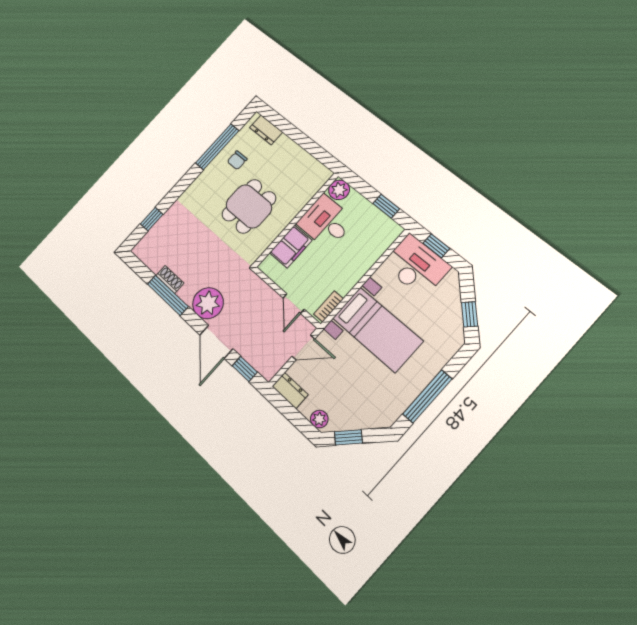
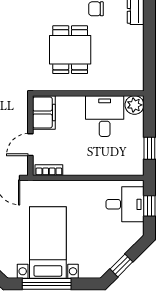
dining table: (249, 206) -> (70, 50), turned 90
filing cabinet: (291, 247) -> (44, 113), moved, turned -90
desk: (416, 266) -> (125, 204), width x0.73
bed with nightstands: (377, 330) -> (48, 243), moved, turned 180

